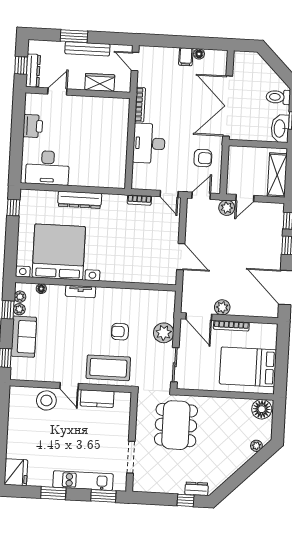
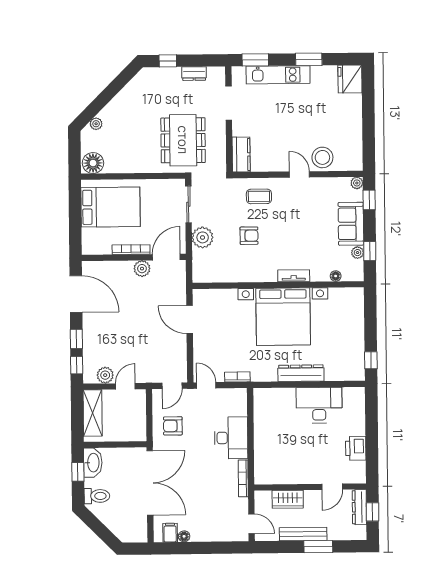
filing cabinet: (186, 57) -> (170, 533), moved
desk: (47, 168) -> (319, 405), moved
plant: (227, 208) -> (105, 375), moved
bed with nightstands: (59, 252) -> (283, 317), moved
plant: (20, 297) -> (357, 183), moved
door: (199, 317) -> (166, 257), hinge flipped
coffee table: (108, 368) -> (259, 196), width x0.54, depth x0.58
kitchen counter: (97, 399) -> (241, 154), moved, turned 90
dresser: (197, 489) -> (194, 74), moved

